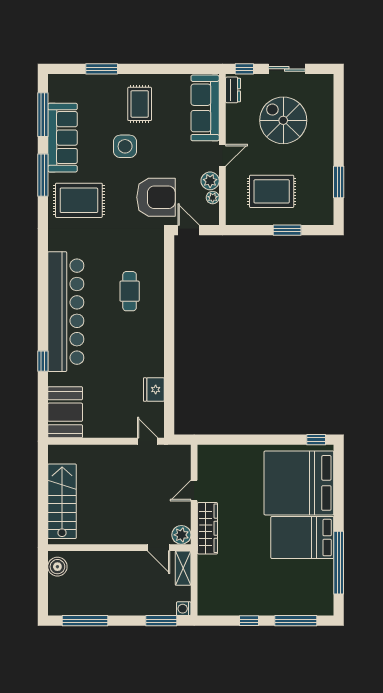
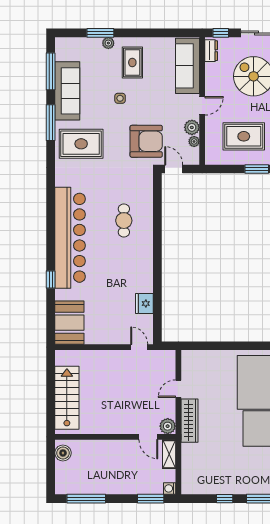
plant: (111, 81) -> (108, 43), added
side table: (125, 146) -> (120, 98), width x0.54, depth x0.54

